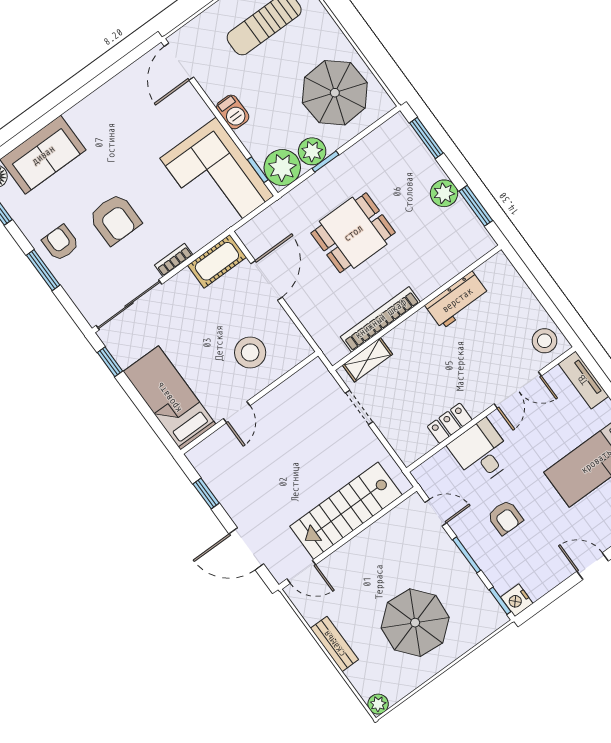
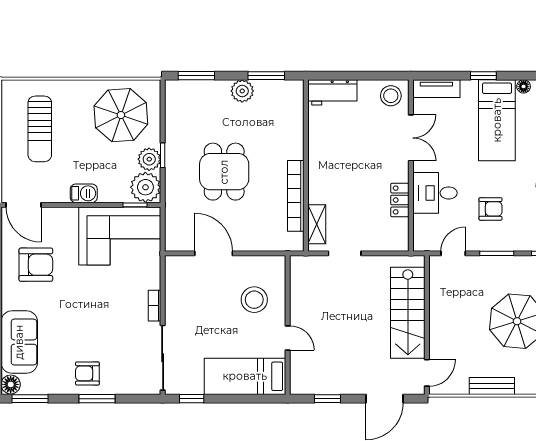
armchair: (115, 219) -> (36, 265), moved
cot: (217, 261) -> (177, 277), removed
workbench: (457, 300) -> (332, 92), moved, turned 90

